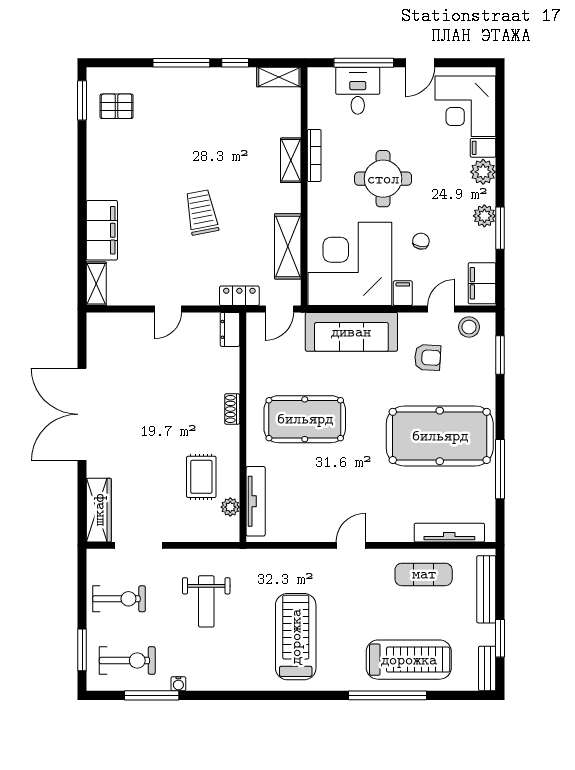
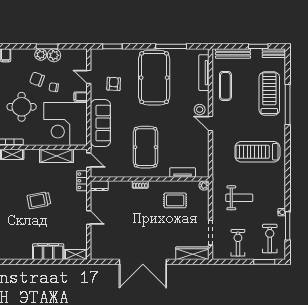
plant: (483, 172) -> (54, 55), moved
chair: (437, 209) -> (37, 79), added
filing cabinet: (482, 283) -> (75, 56), removed
stool: (469, 327) -> (200, 110), moved
tv unit: (256, 501) -> (183, 172), width x0.71
plant: (230, 507) -> (204, 185), moved

